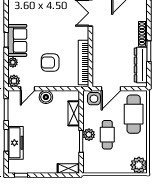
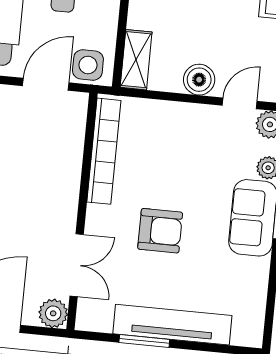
armchair: (50, 63) -> (160, 231), moved
shelving: (74, 113) -> (136, 60), moved

